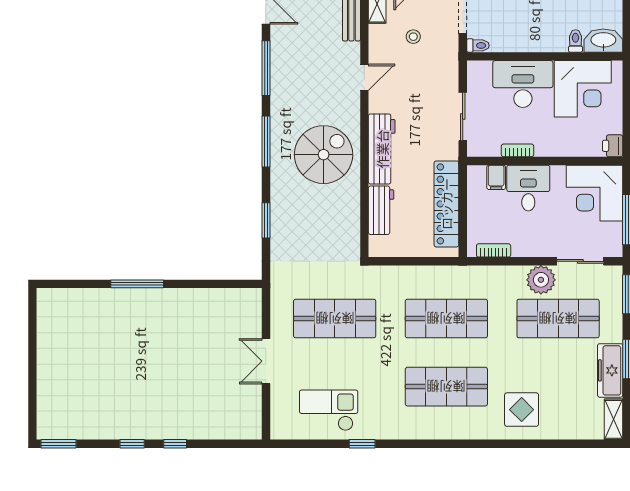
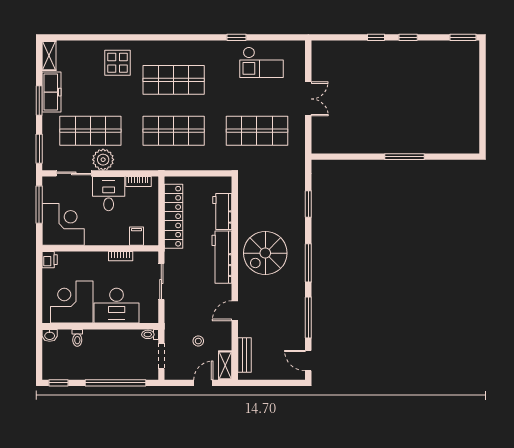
washbasin: (603, 41) -> (50, 335), width x0.52, depth x0.69
desk: (528, 188) -> (109, 194), moved, turned 180

